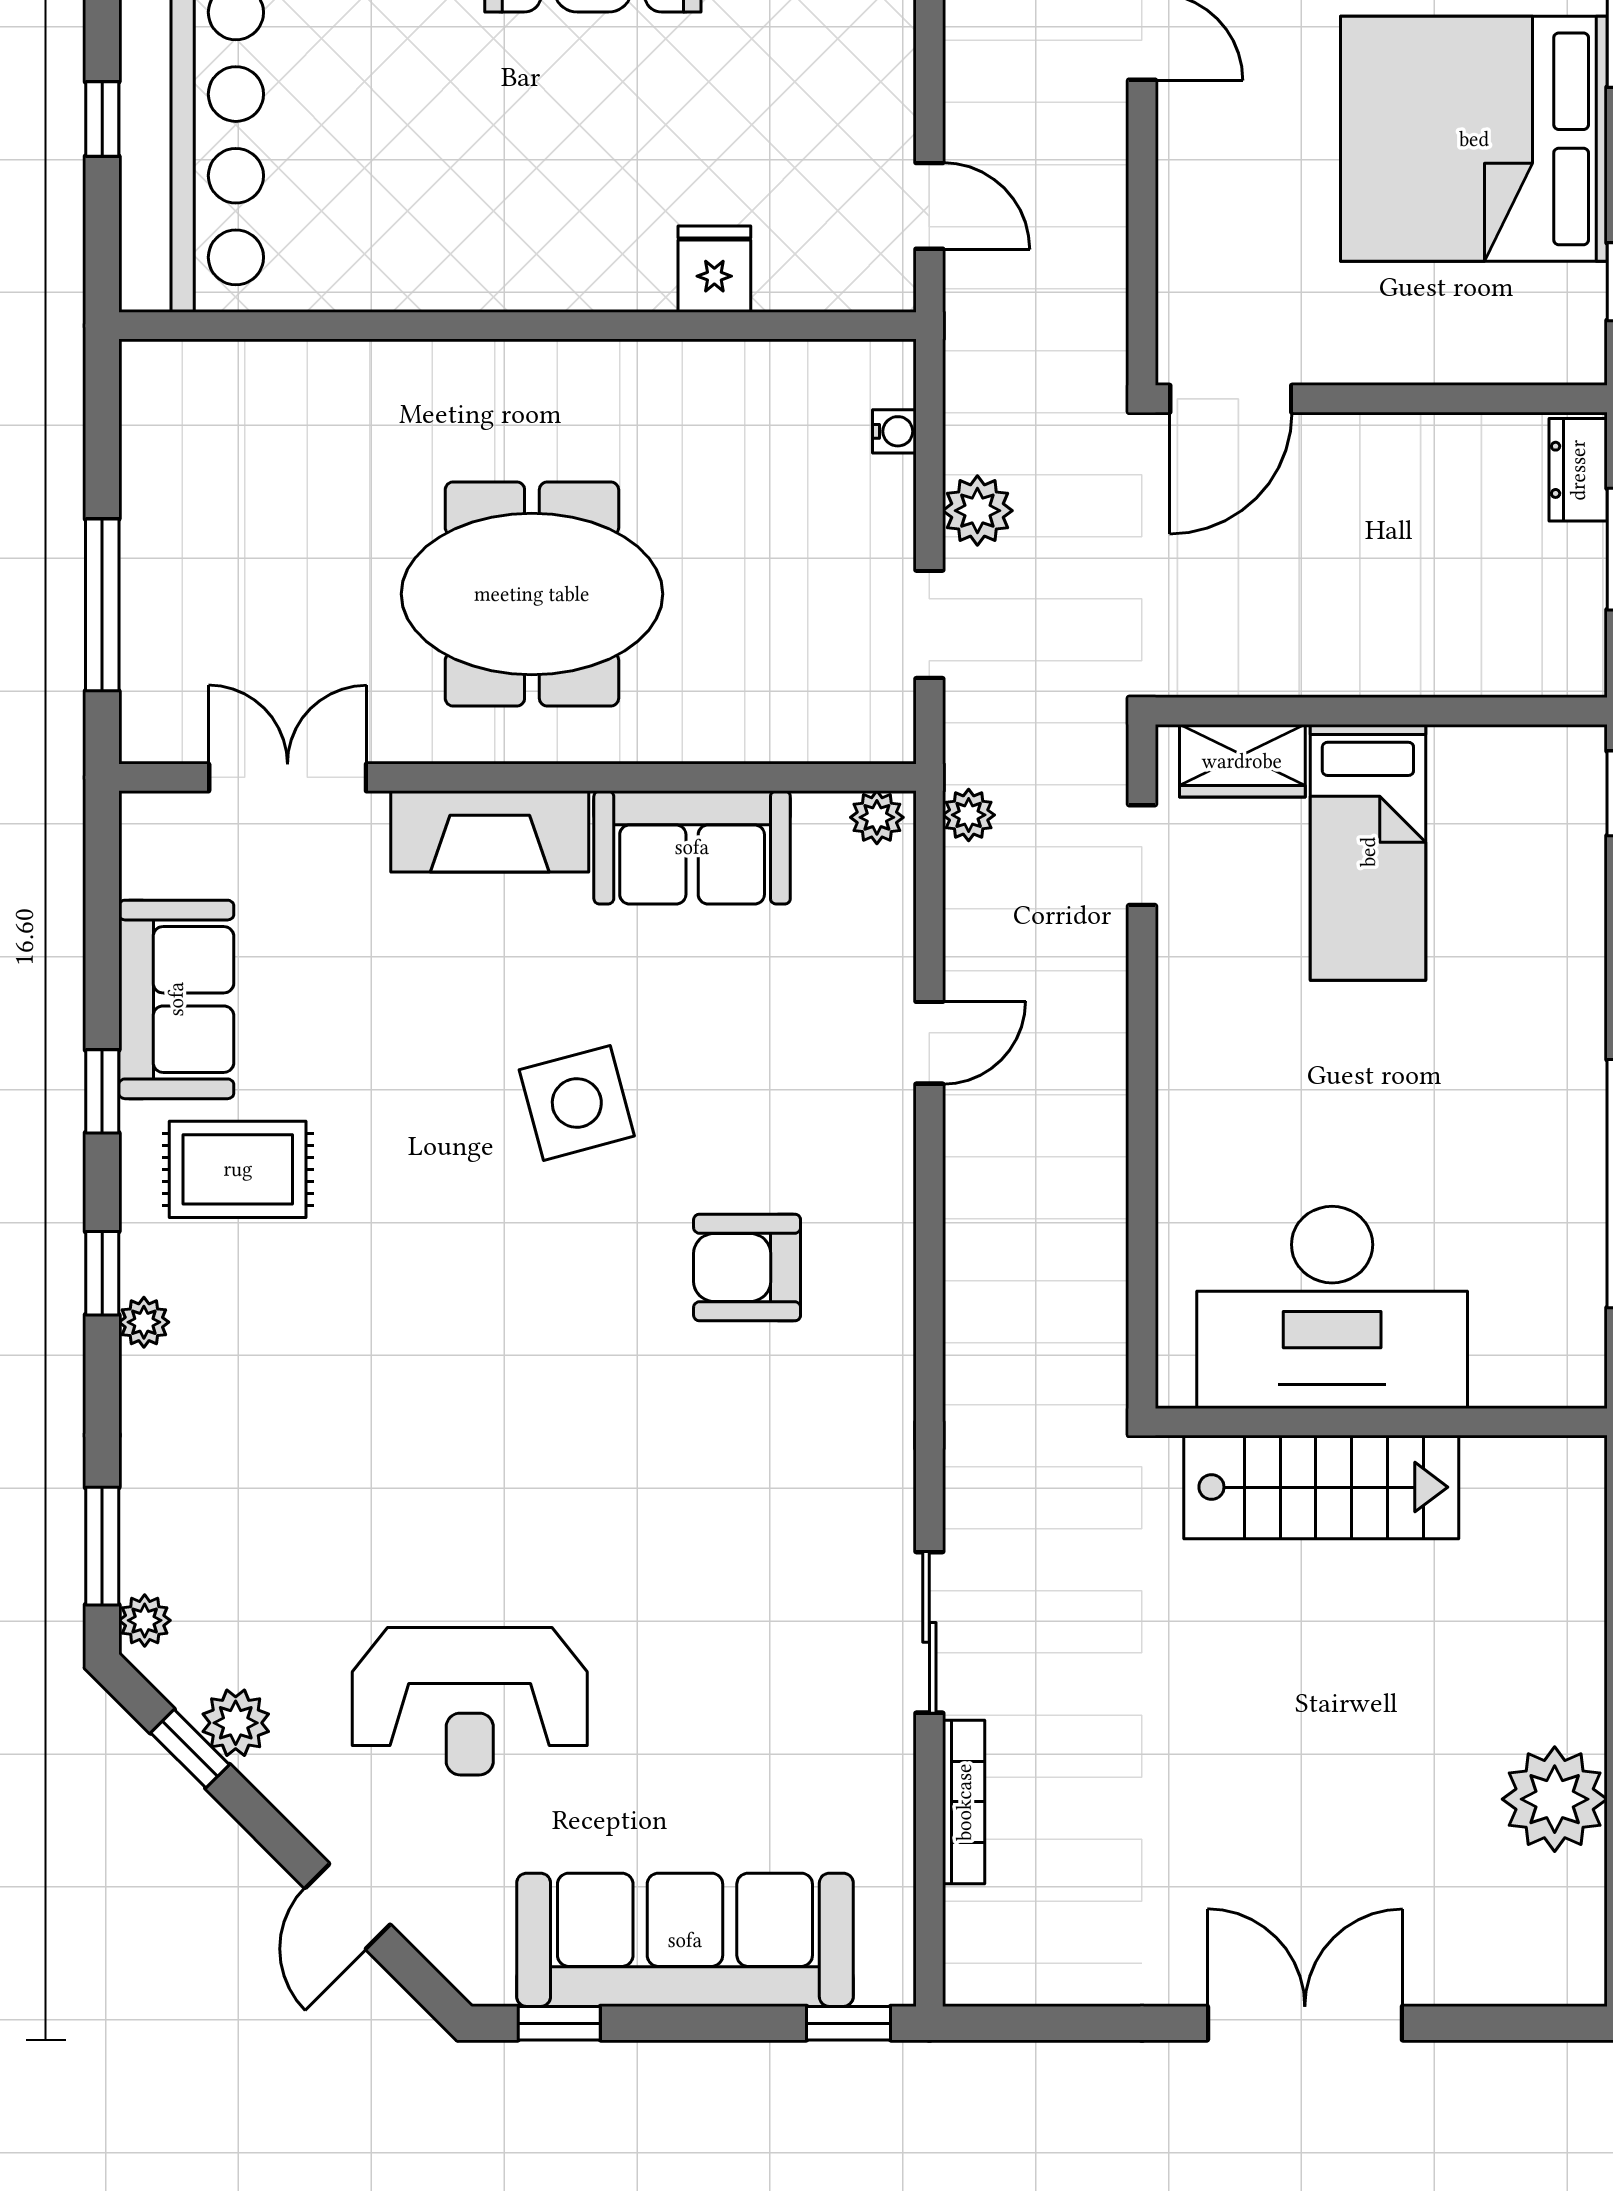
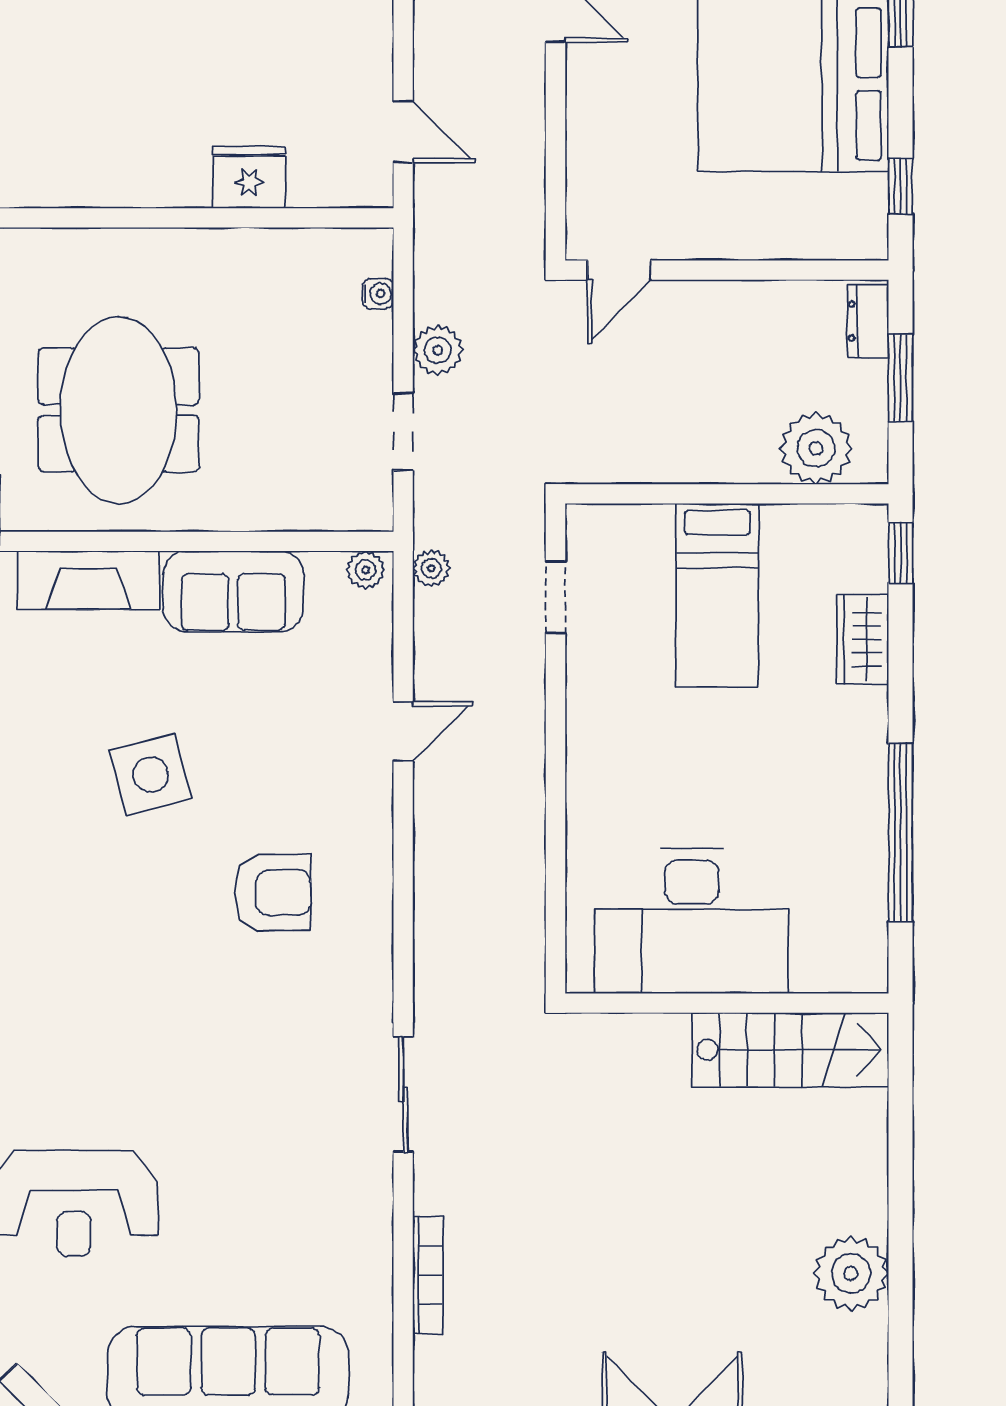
fridge: (714, 269) -> (249, 177), width x1.38
door: (1231, 399) -> (619, 270), width x0.73
meeting table: (532, 594) -> (118, 410), turned 90
plant: (1506, 647) -> (816, 448), added
wardrobe: (1242, 761) -> (863, 639), moved, turned 90
armchair: (747, 1267) -> (273, 892), turned 180
stairs: (1321, 1487) -> (790, 1050), moved
sliding door: (929, 1632) -> (403, 1094), moved

